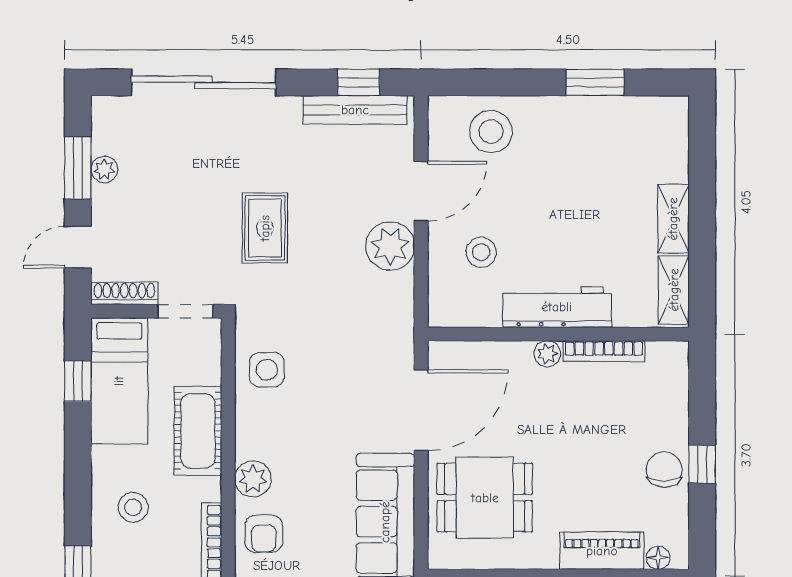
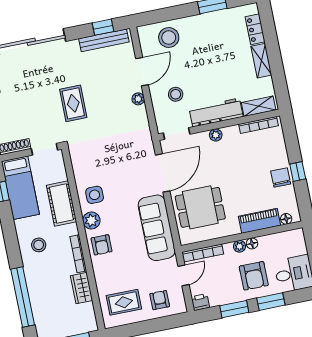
locker: (674, 151) -> (255, 29), added
plant: (390, 246) -> (138, 99), width x0.53, depth x0.53
shelving: (674, 290) -> (259, 106), moved, turned 90
doorway: (467, 334) -> (177, 133), added
bookcase: (604, 351) -> (259, 125), moved
side table: (267, 370) -> (95, 195), moved

